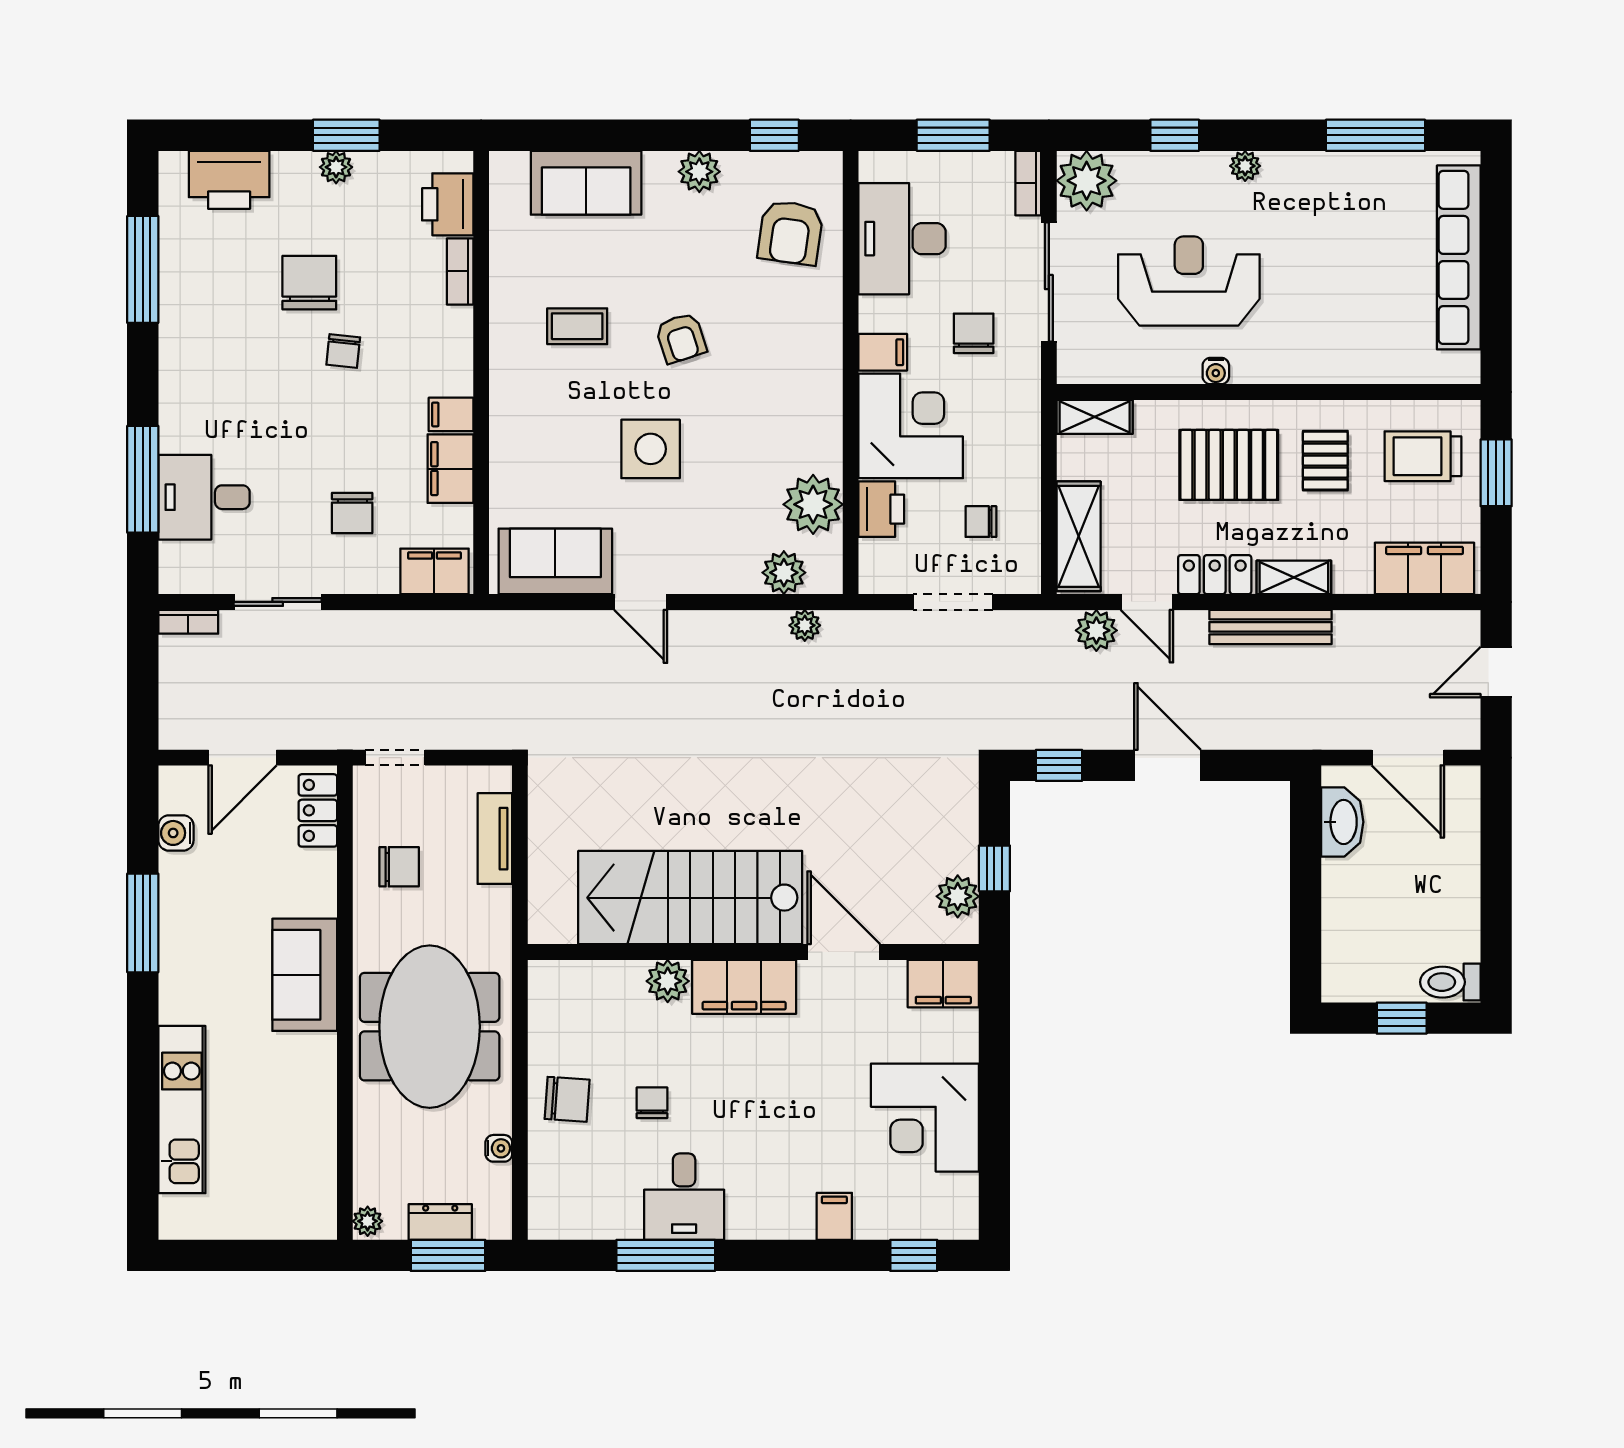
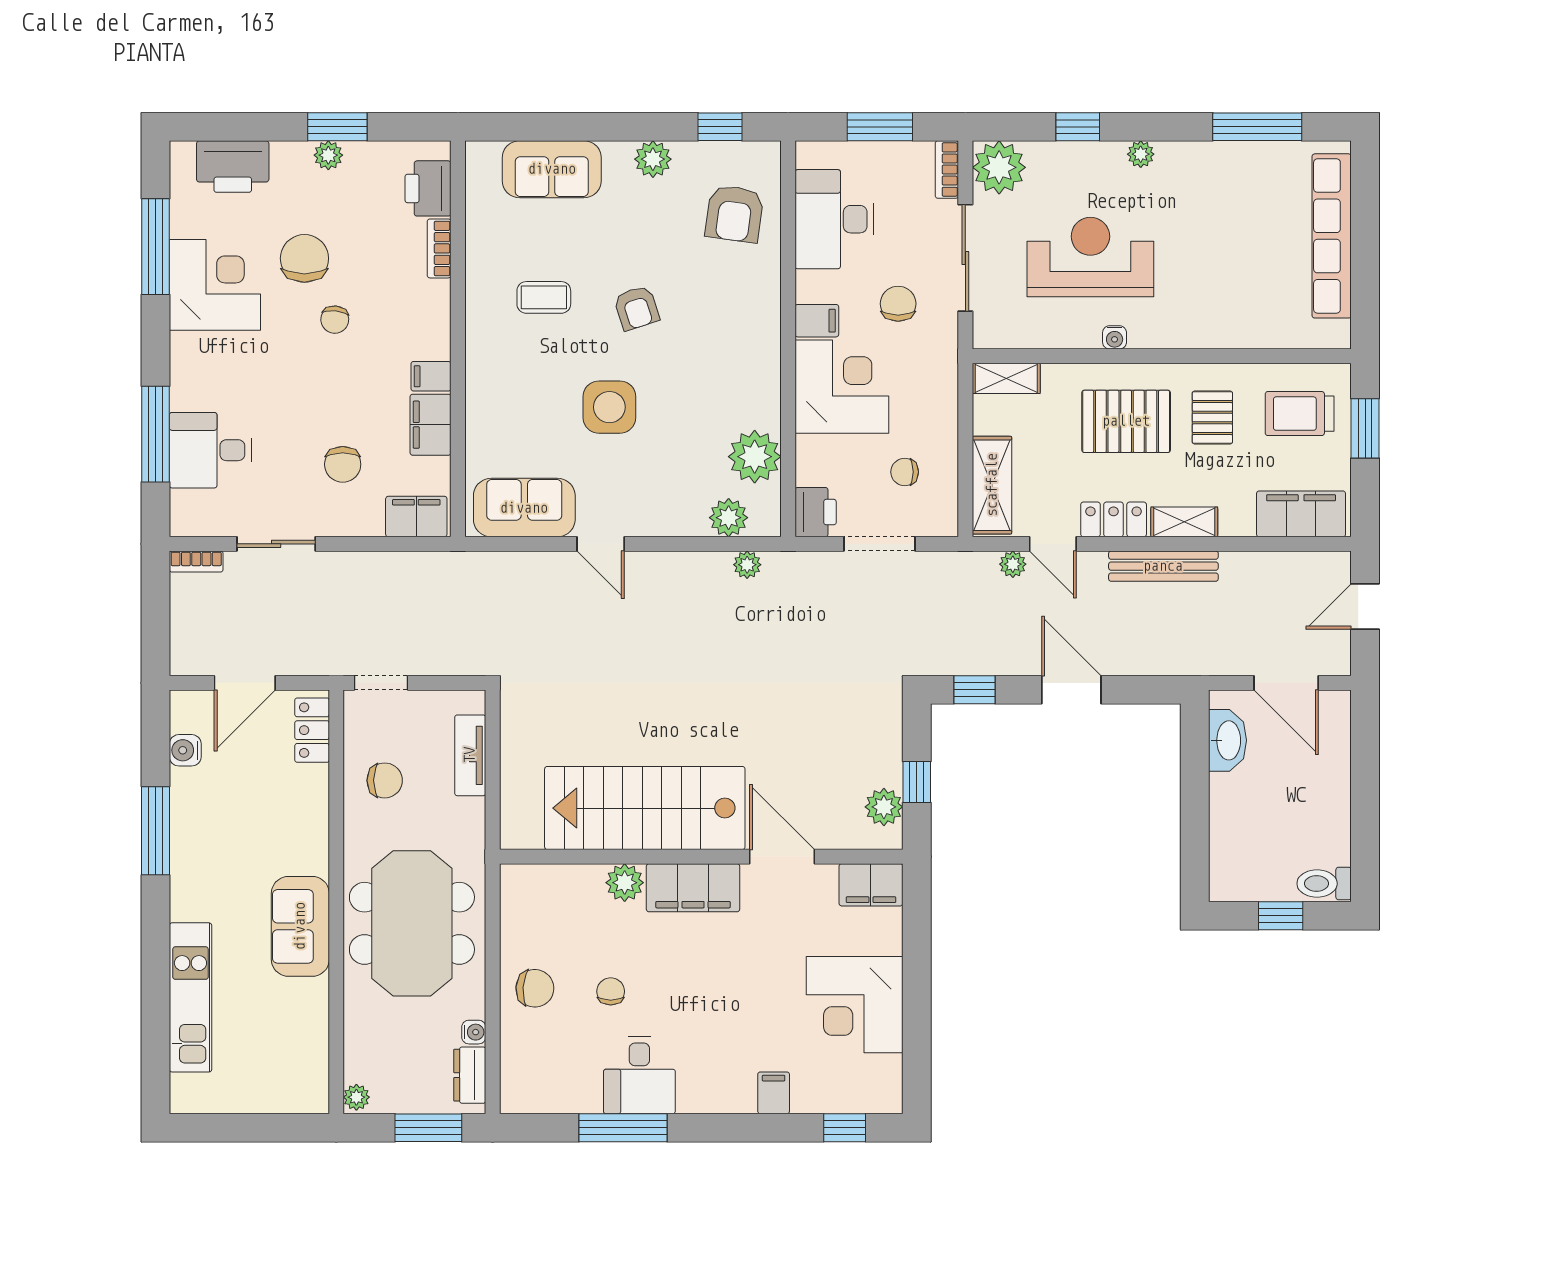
corner desk: (209, 312) -> (215, 285), added
printer: (881, 509) -> (816, 512), moved
plant: (1096, 630) -> (1013, 564), width x0.73, depth x0.73
sofa: (305, 975) -> (300, 926), moved
dresser: (440, 1222) -> (470, 1075), moved, turned -90

